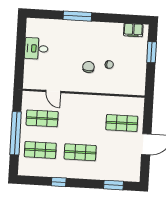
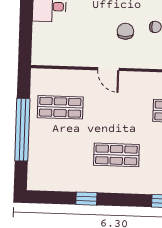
door: (53, 91) -> (108, 69), moved
shop shelf: (40, 150) -> (59, 153), removed

